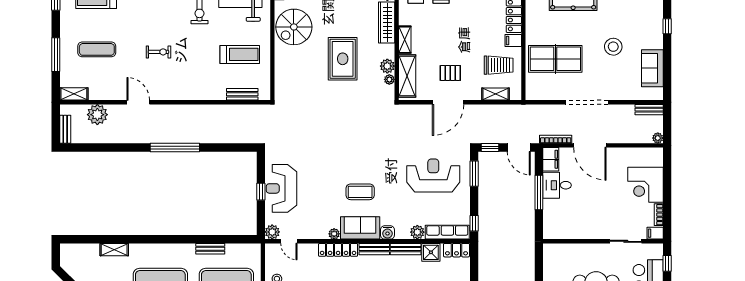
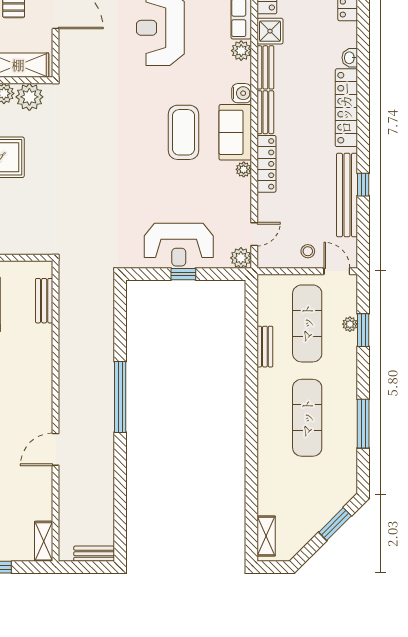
plant: (389, 79) -> (29, 97), width x1.87, depth x1.87
plant: (97, 115) -> (73, 508), removed
coffee table: (360, 192) -> (183, 132), width x1.36, depth x1.32
shelving: (114, 250) -> (266, 536), moved

